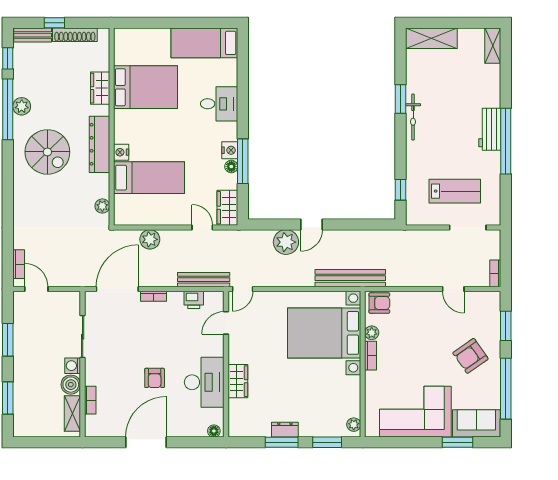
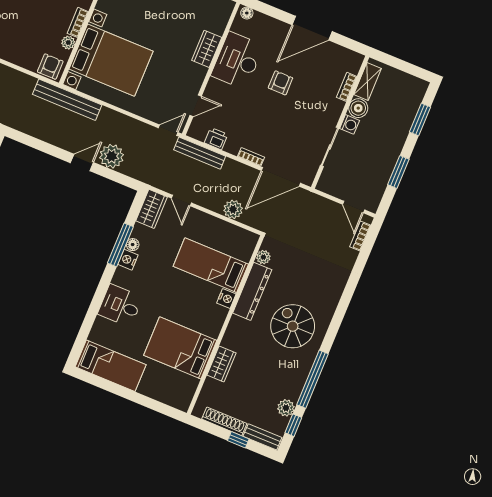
plant: (22, 106) -> (286, 408), moved
dresser: (99, 144) -> (252, 291), moved
armchair: (379, 303) -> (50, 67), turned 90

